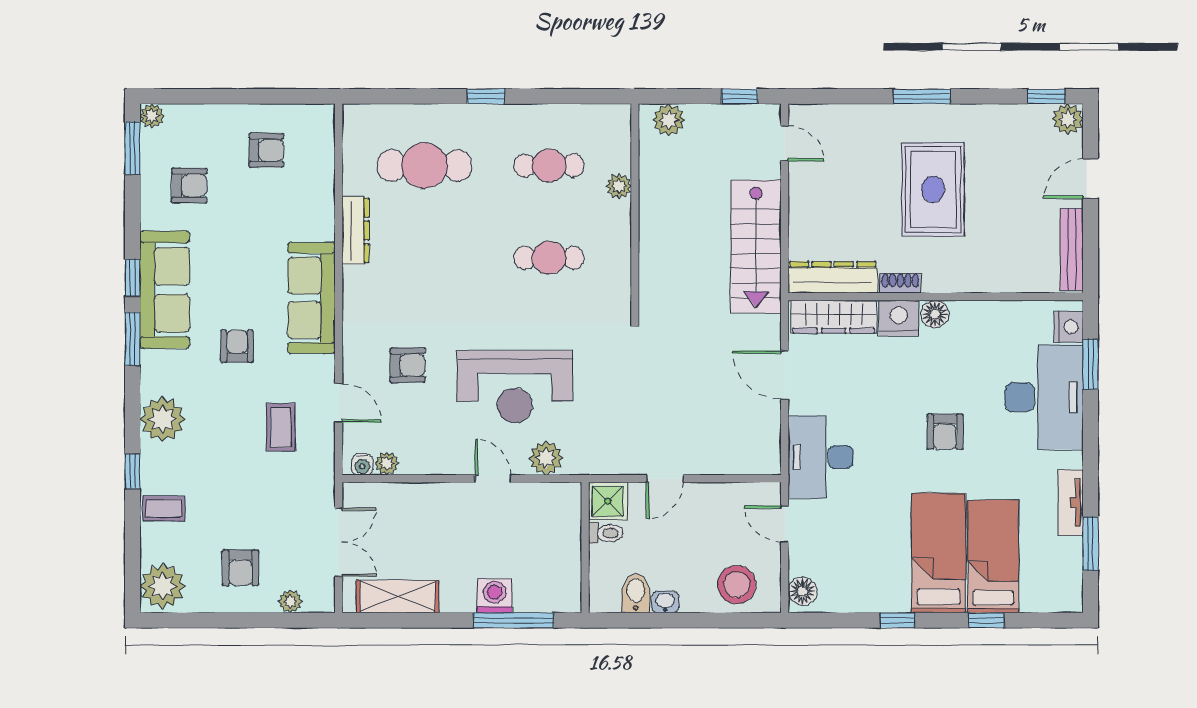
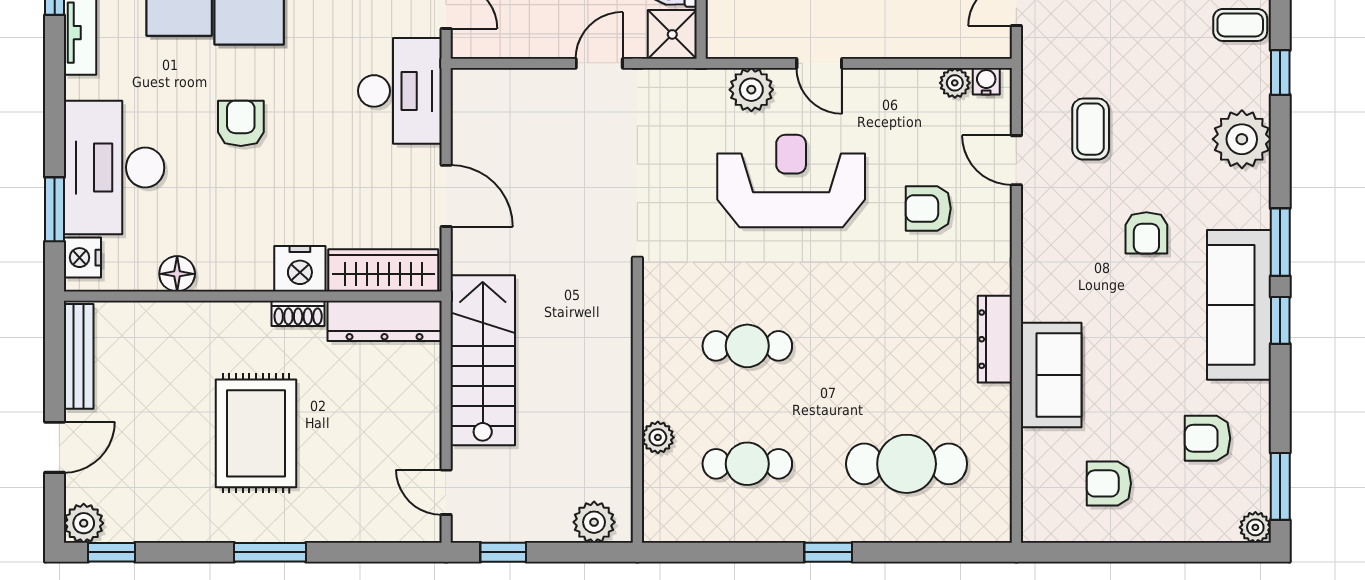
dresser: (355, 230) -> (995, 339), moved
sofa: (312, 298) -> (1051, 375), moved, width x0.73
floor lamp: (935, 314) -> (177, 274), moved

